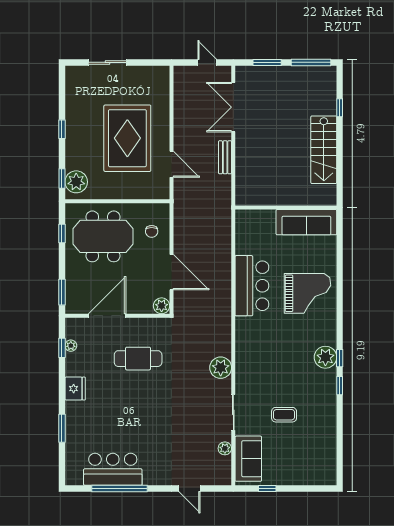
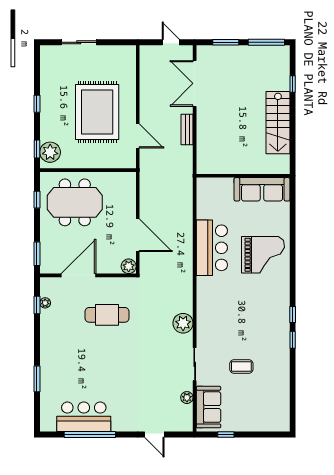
chair: (152, 231) -> (119, 198), removed
plant: (325, 357) -> (280, 314), removed
fridge: (75, 389) -> (49, 342), removed

